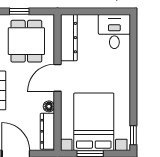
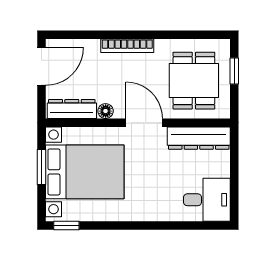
dining table: (26, 41) -> (194, 81), turned 90

